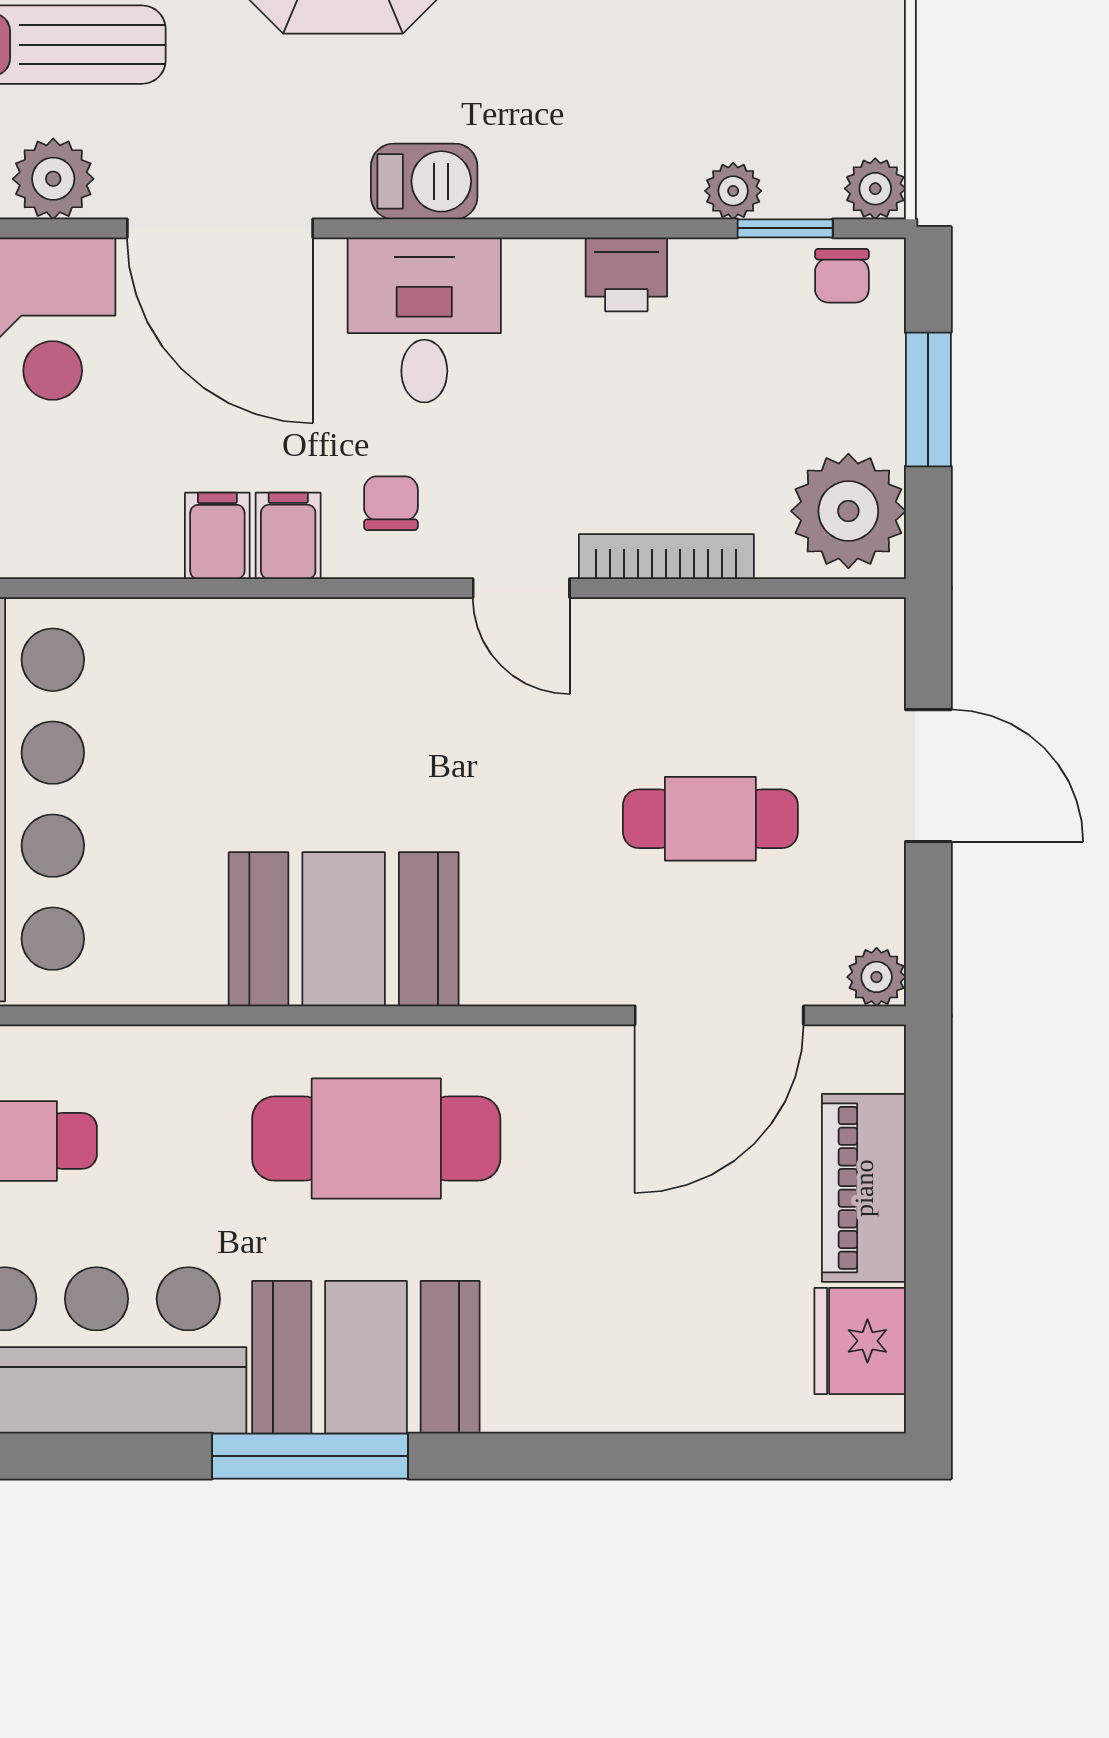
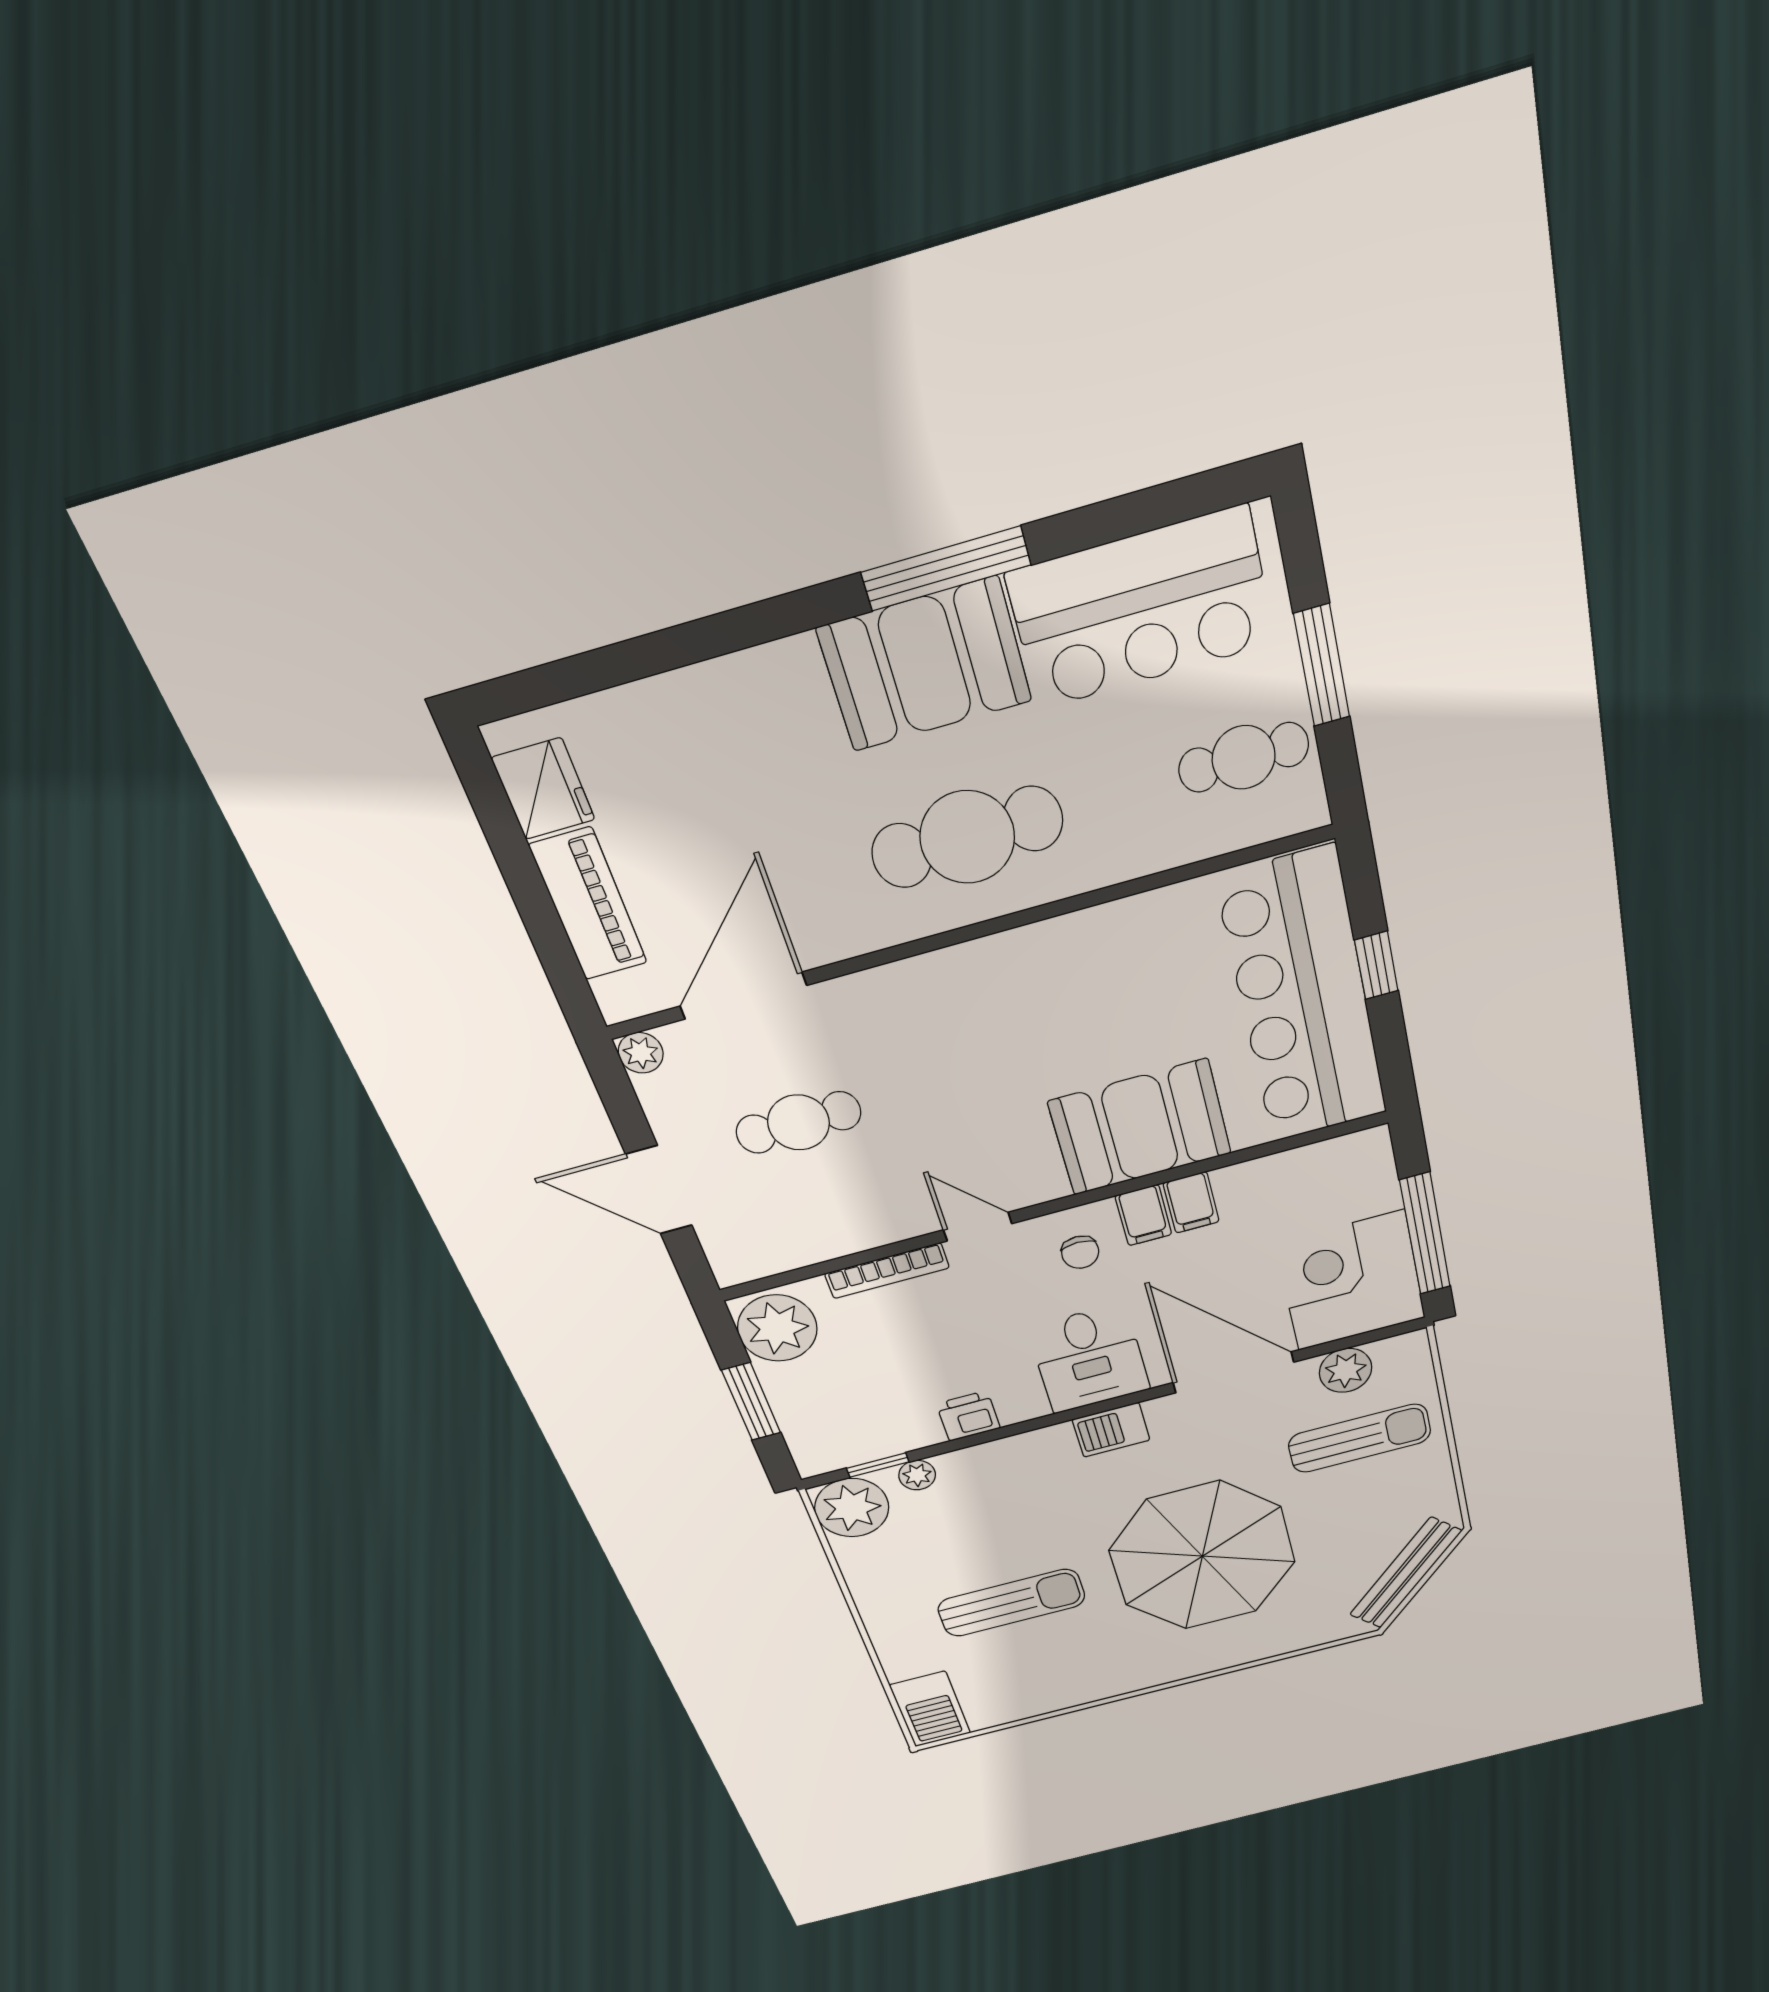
plant: (875, 189) -> (852, 1508), width x1.87, depth x1.87
chair: (842, 276) -> (833, 1451), removed
booth: (344, 929) -> (1140, 1127), moved

